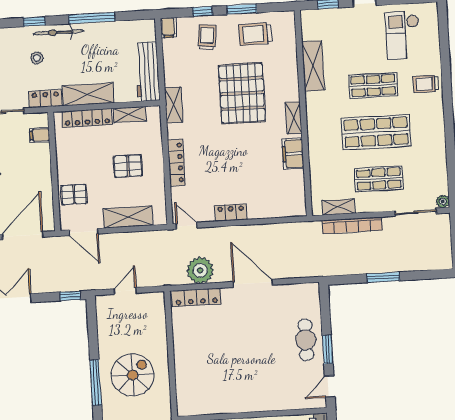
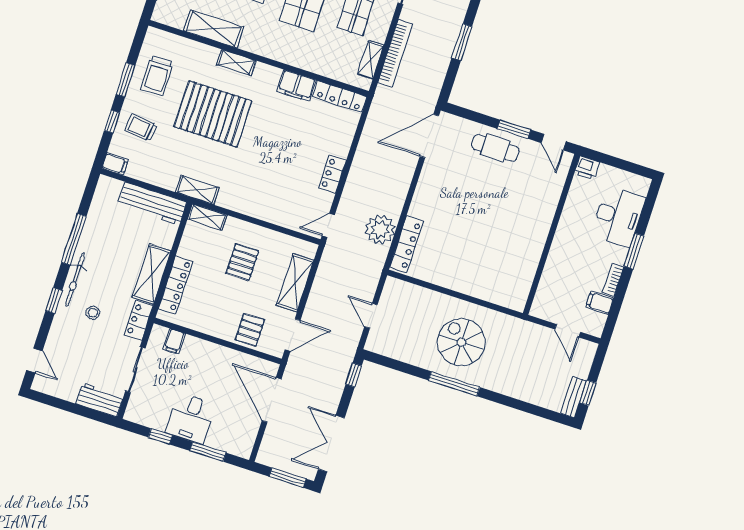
shelving: (129, 114) -> (207, 217), moved, turned 90
shelving: (294, 118) -> (236, 63), moved
locker: (176, 163) -> (340, 97), moved, turned 180
door: (253, 283) -> (429, 136), moved

